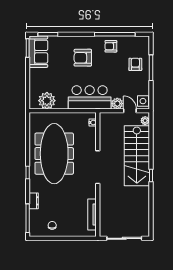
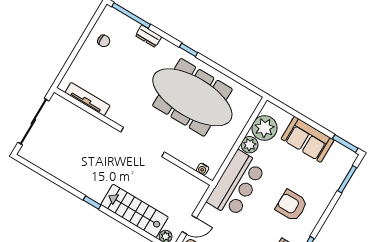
sofa: (38, 52) -> (308, 139), moved
armchair: (83, 58) -> (291, 205), turned -90
plant: (117, 104) -> (250, 145), moved
stairs: (137, 156) -> (134, 211), width x0.73, depth x0.66

